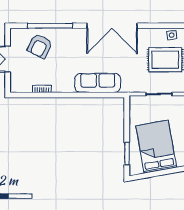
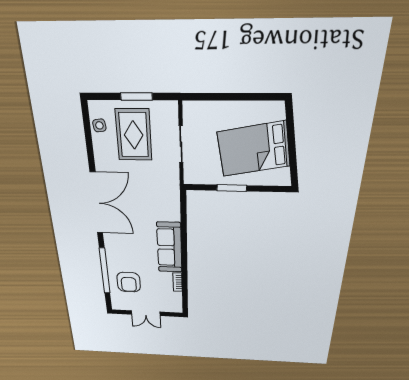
armchair: (40, 46) -> (129, 282), turned 64
sofa: (98, 83) -> (169, 247), moved
window: (127, 154) -> (232, 188), moved

